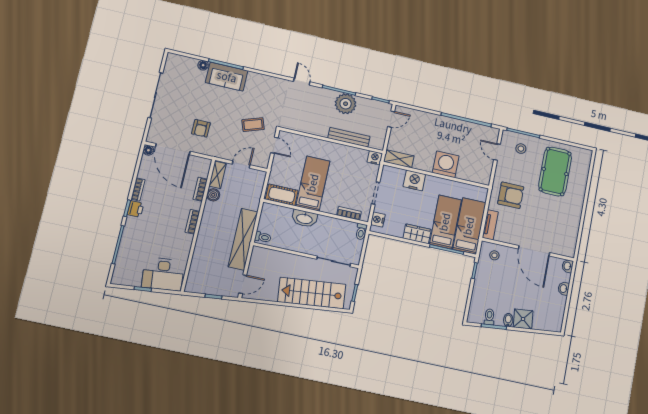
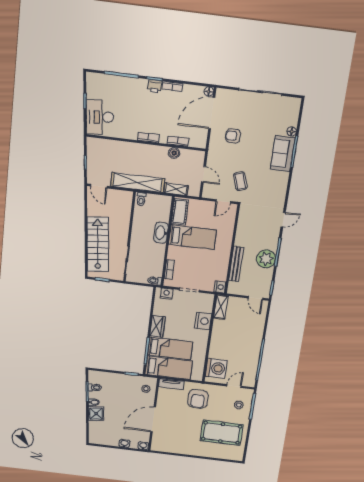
washing machine: (446, 164) -> (216, 368), moved
shelving: (218, 175) -> (176, 189), moved

